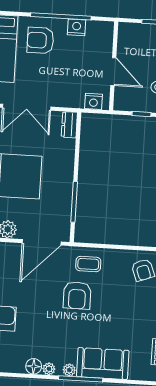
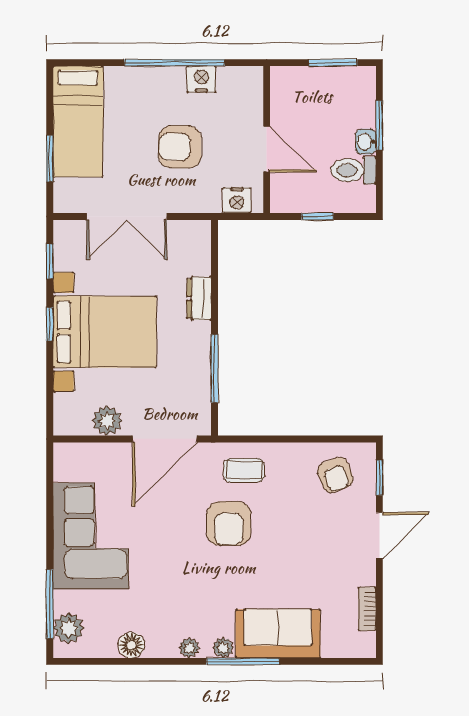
armchair: (40, 40) -> (180, 147), moved
dresser: (69, 125) -> (199, 298), moved
floor lamp: (34, 366) -> (131, 645), moved

